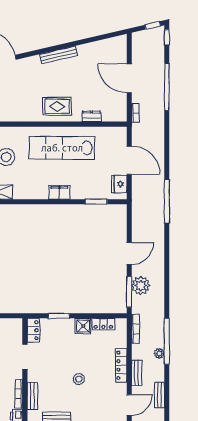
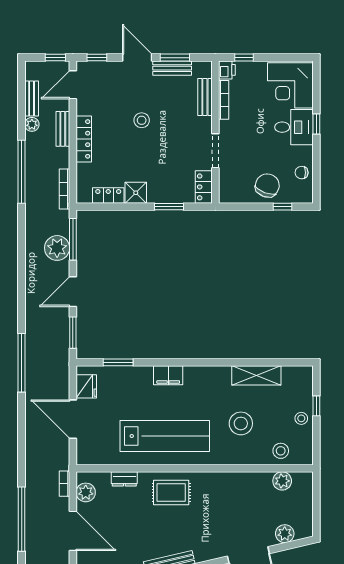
plant: (120, 106) -> (86, 492), added
window: (129, 224) -> (73, 333), added
plant: (159, 353) -> (32, 124), moved

